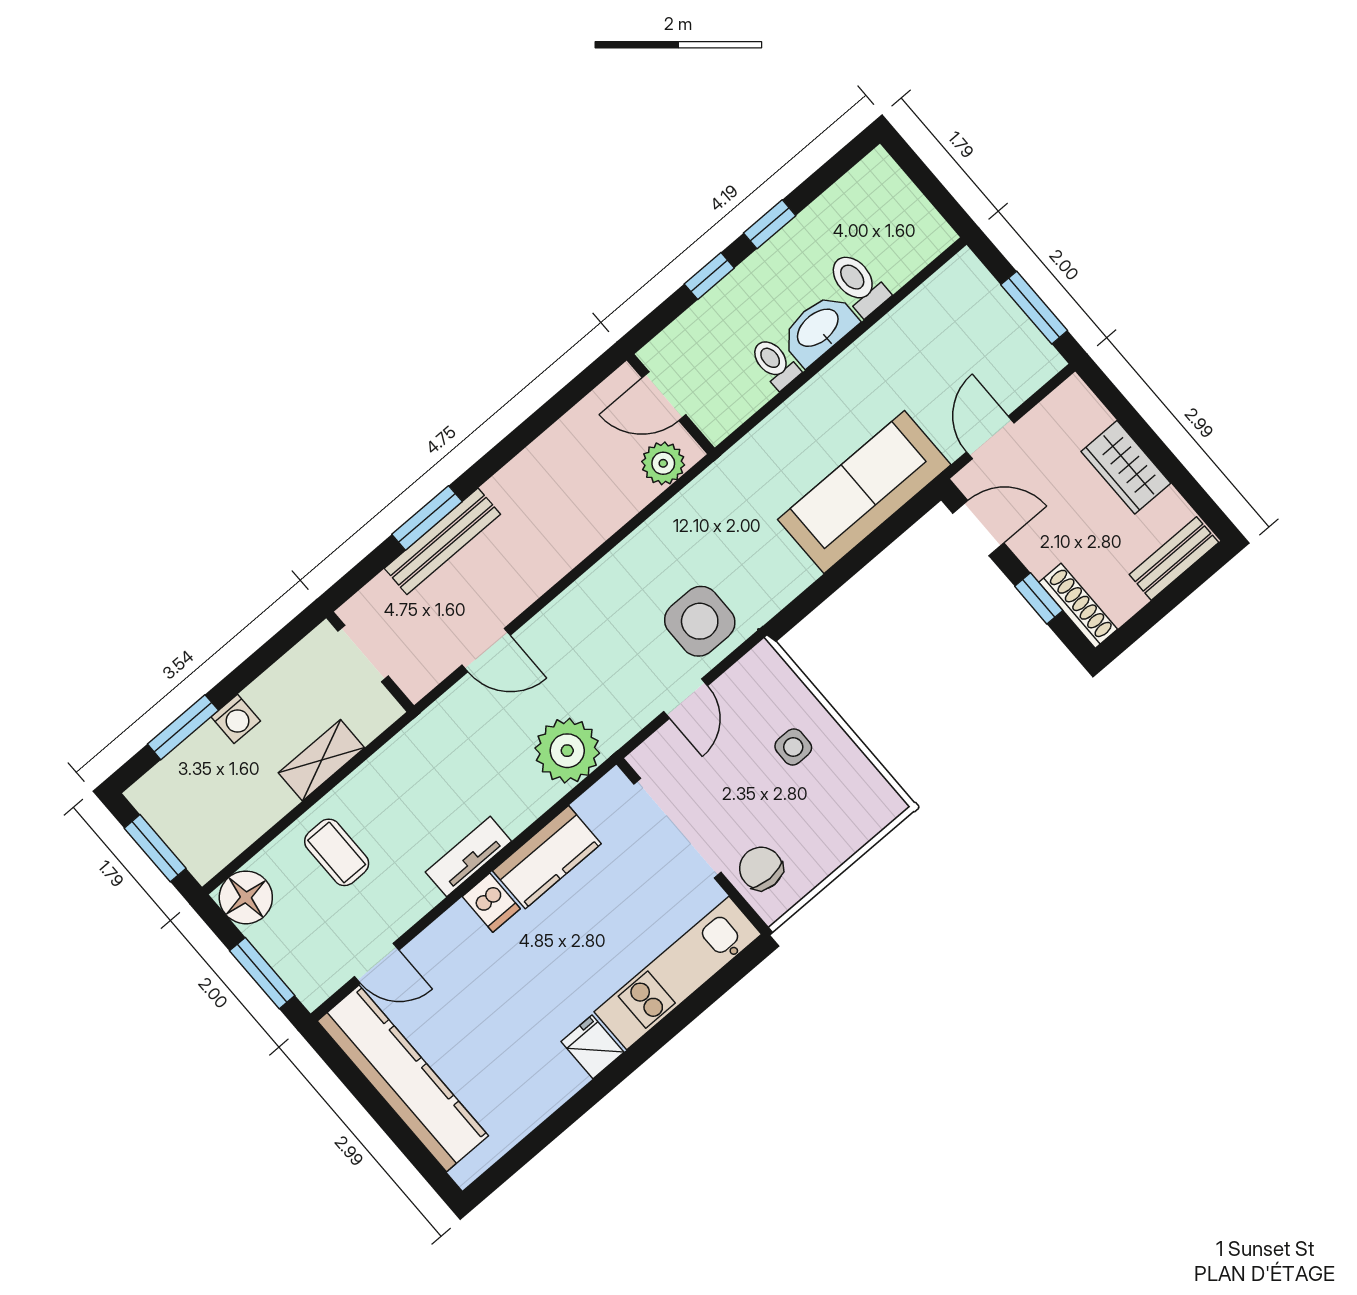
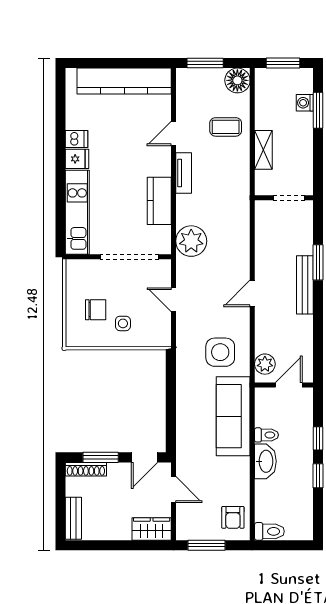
toilet: (858, 284) -> (269, 531), moved
armchair: (953, 304) -> (233, 517), added
wardrobe: (1126, 467) -> (152, 529), moved
sofa: (864, 492) -> (233, 416), moved, turned 180
bench: (442, 541) -> (305, 285), moved
window: (1039, 598) -> (101, 457), width x1.50
side table: (700, 621) -> (220, 352), moved
door: (486, 650) -> (252, 293), moved
washing machine: (236, 719) -> (305, 103), moved
chair: (761, 868) -> (96, 310), moved
dishwasher: (491, 903) -> (77, 139), moved, turned 180
door: (377, 963) -> (173, 134), moved

